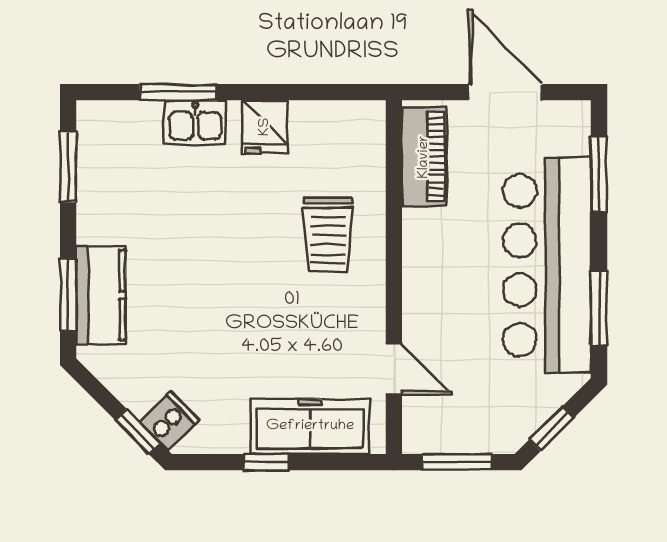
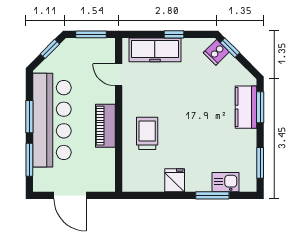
kitchen sink: (195, 123) -> (225, 182), moved
piano: (424, 157) -> (105, 126), moved
window: (599, 308) -> (29, 117), moved

